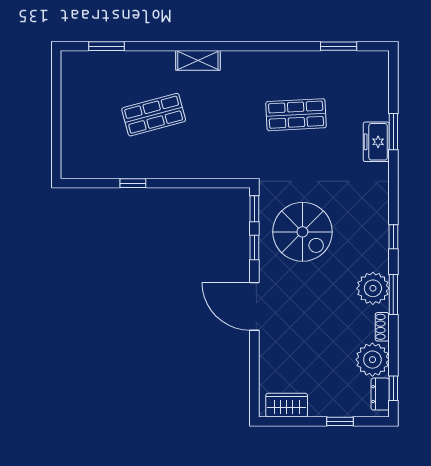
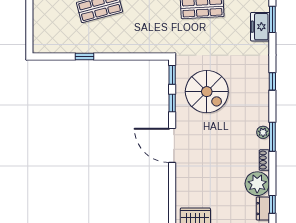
window: (393, 237) -> (272, 81), moved
plant: (373, 288) -> (263, 132), width x0.53, depth x0.53

